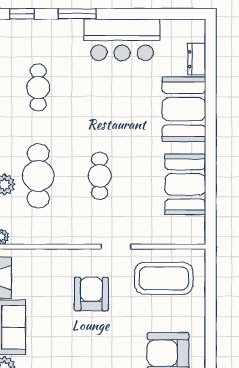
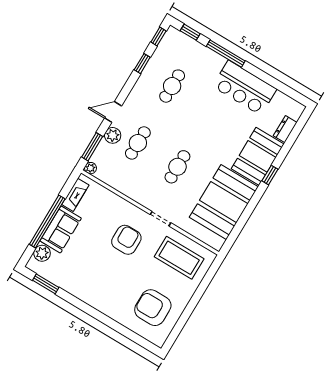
window: (77, 14) -> (226, 54), width x1.44
window: (211, 122) -> (270, 175), added
cafe table: (38, 176) -> (138, 143), width x0.73, depth x0.74
booth: (185, 184) -> (224, 202), width x1.36, depth x1.42

